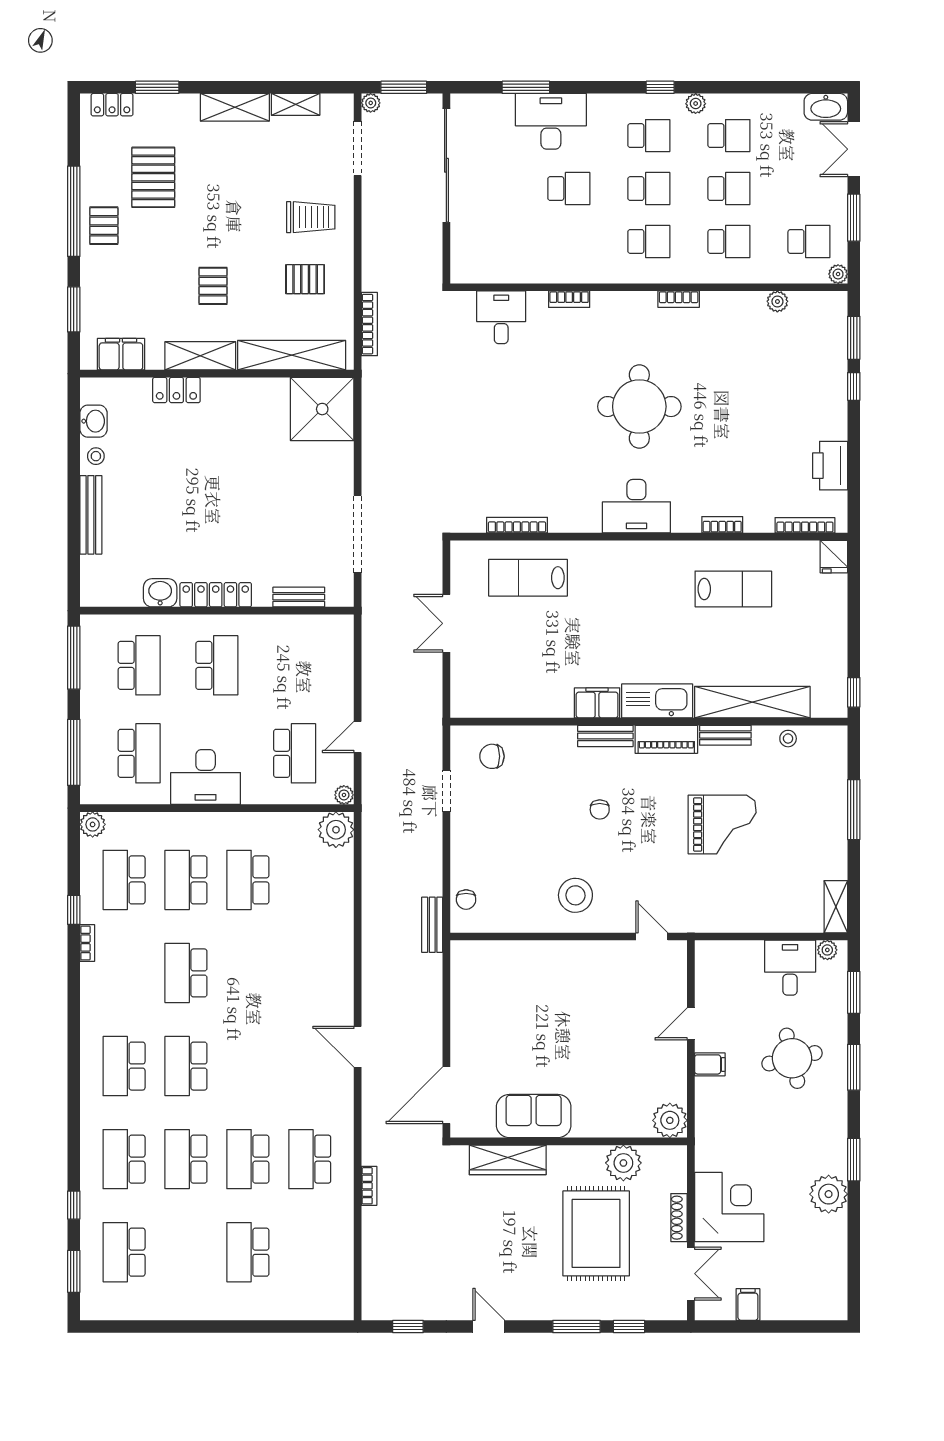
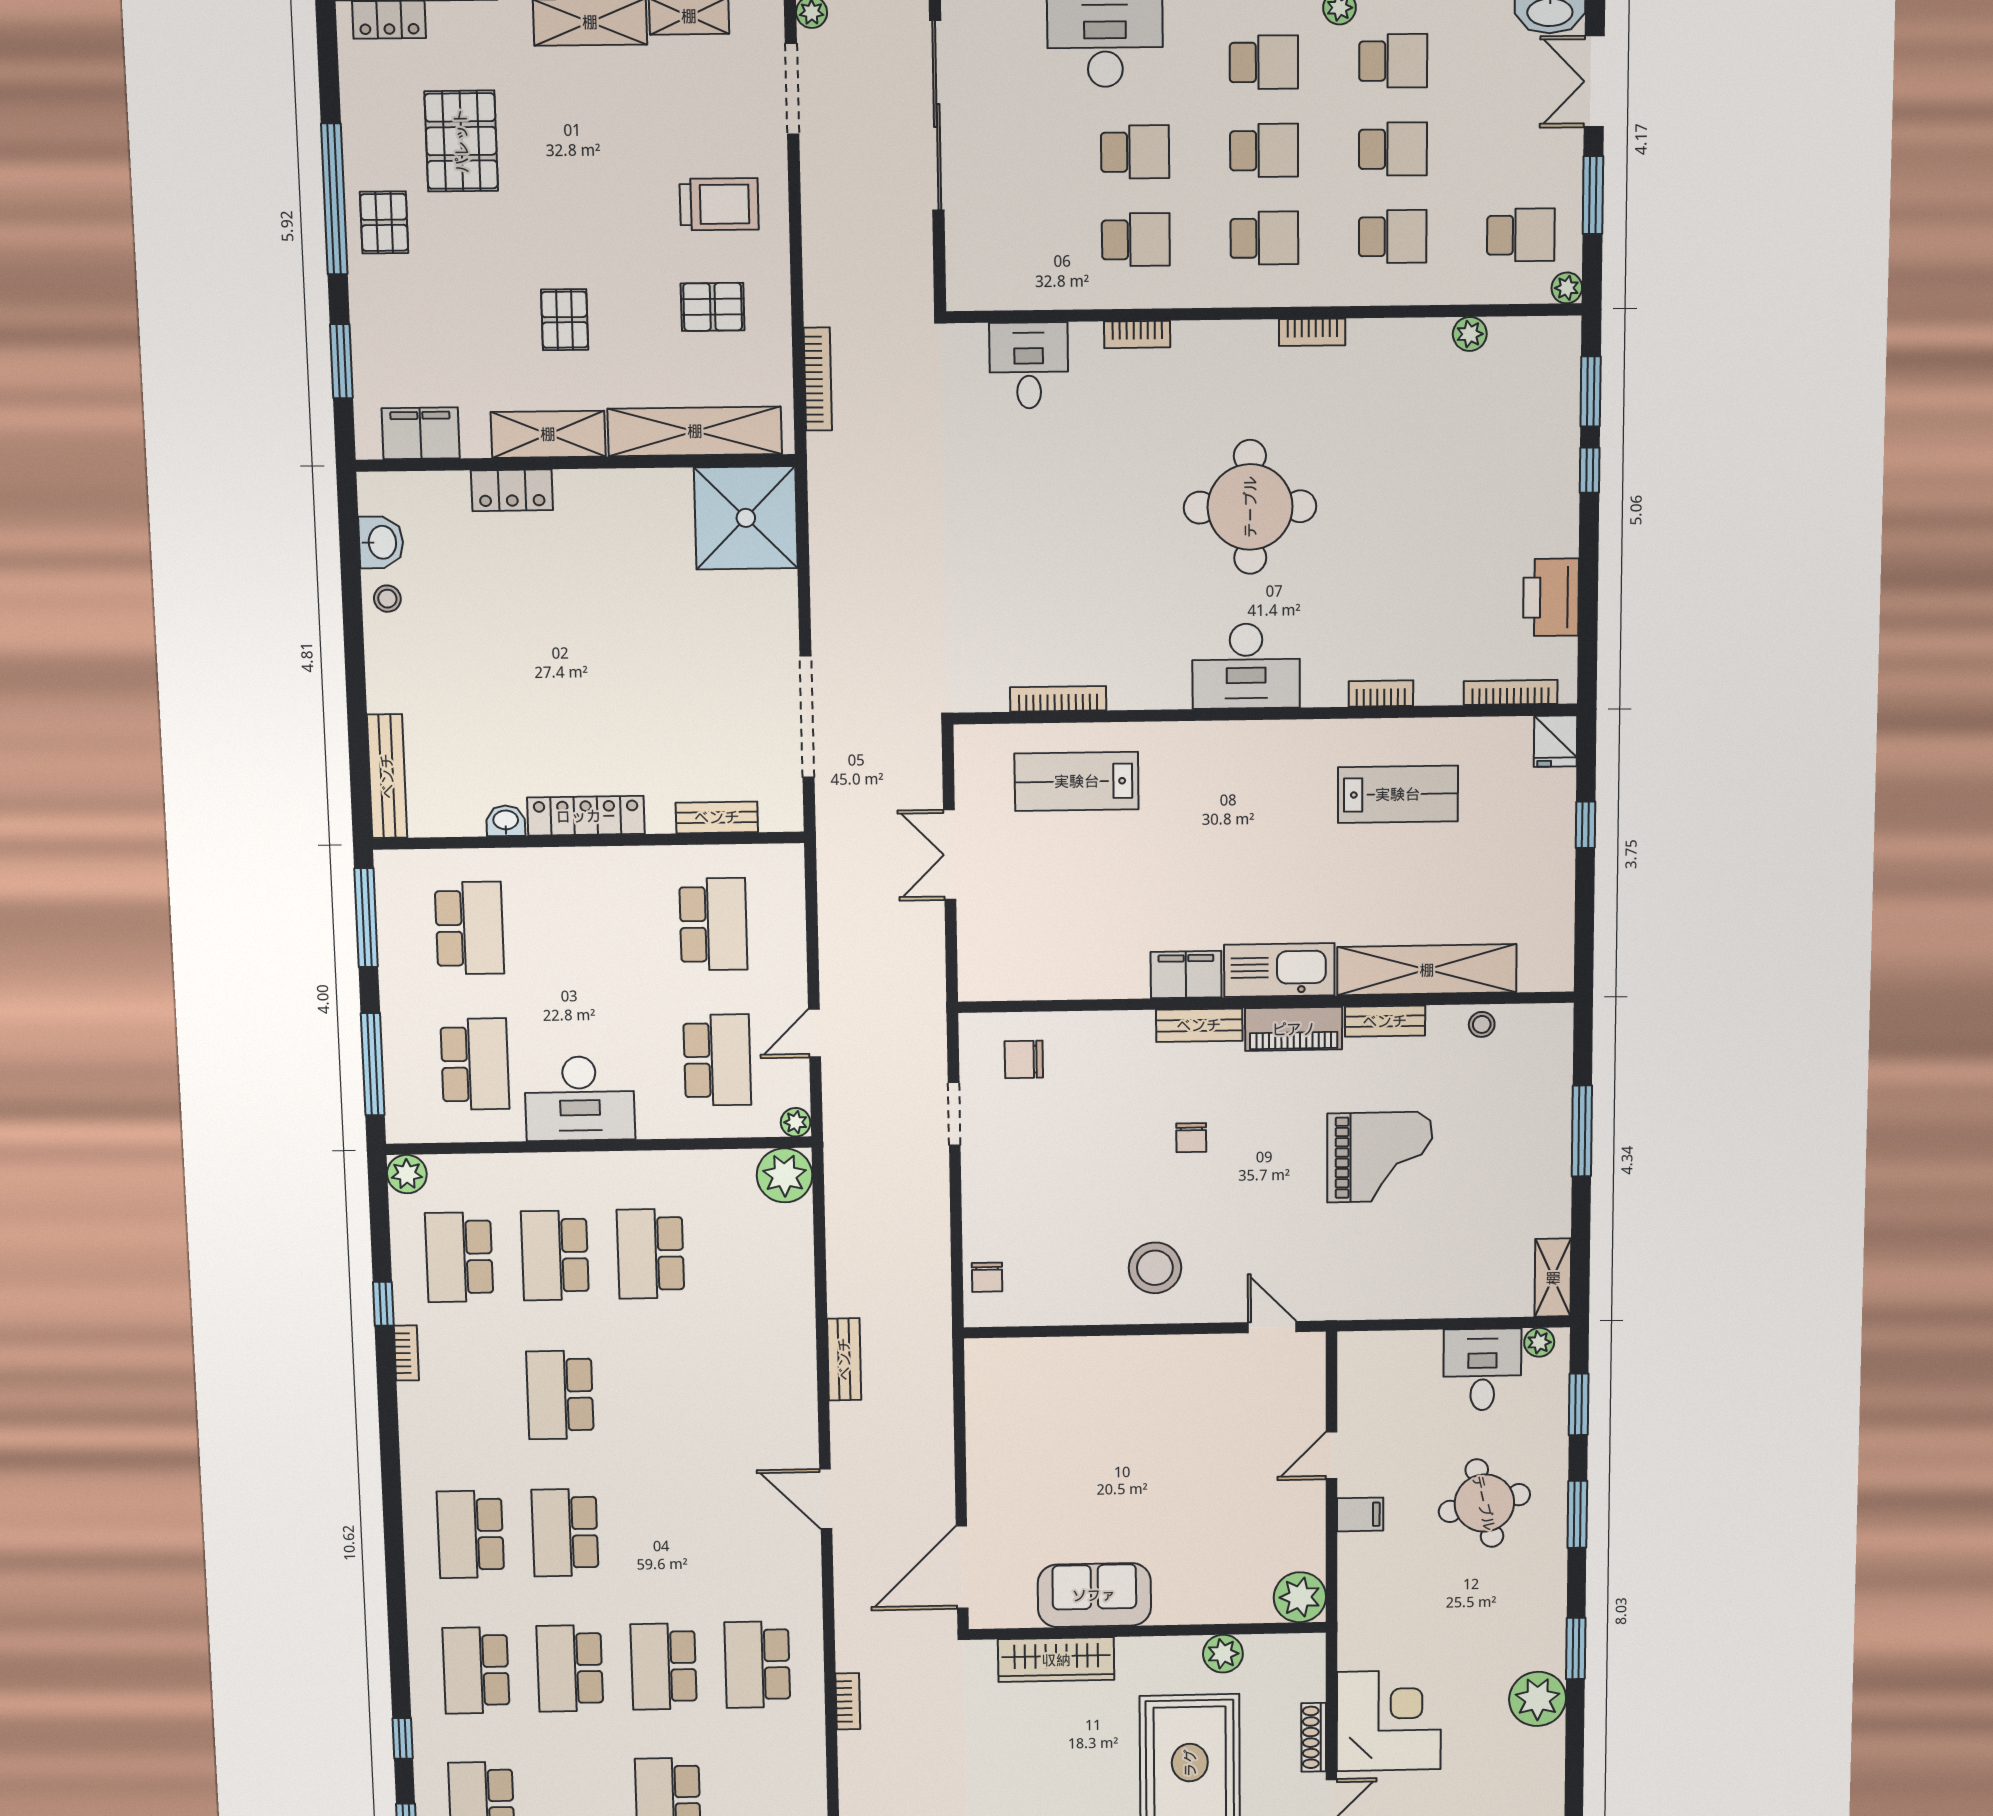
school desk: (569, 241) -> (1136, 240), added
bench: (91, 515) -> (387, 776), moved
washbasin: (160, 593) -> (506, 821), width x0.72, depth x0.69
school desk: (217, 665) -> (713, 924), moved
window: (854, 692) -> (1585, 825), moved
bench: (432, 925) -> (844, 1359), moved
plant: (623, 1163) -> (1223, 1654), width x0.73, depth x0.73

